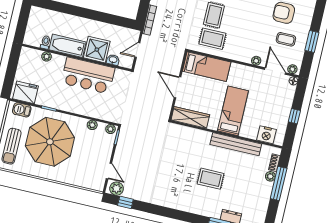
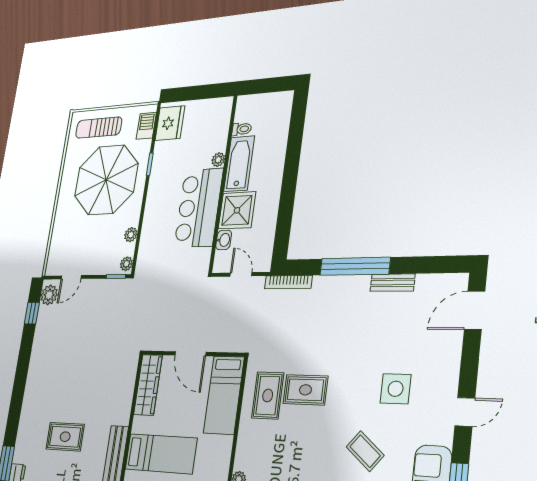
plant: (47, 57) -> (218, 160), moved
door: (178, 87) -> (190, 354), swing flipped
rug: (211, 179) -> (65, 437), turned 90

